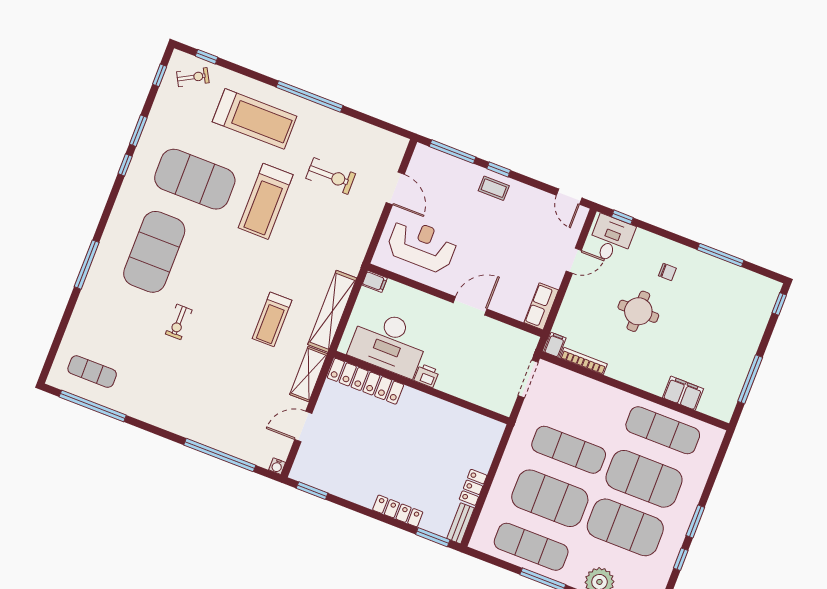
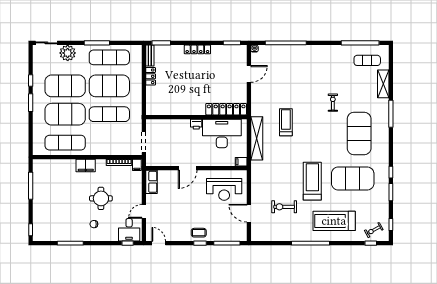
shelving: (309, 374) -> (383, 84), moved
filing cabinet: (683, 393) -> (86, 165), moved
locker: (398, 511) -> (197, 49), moved

